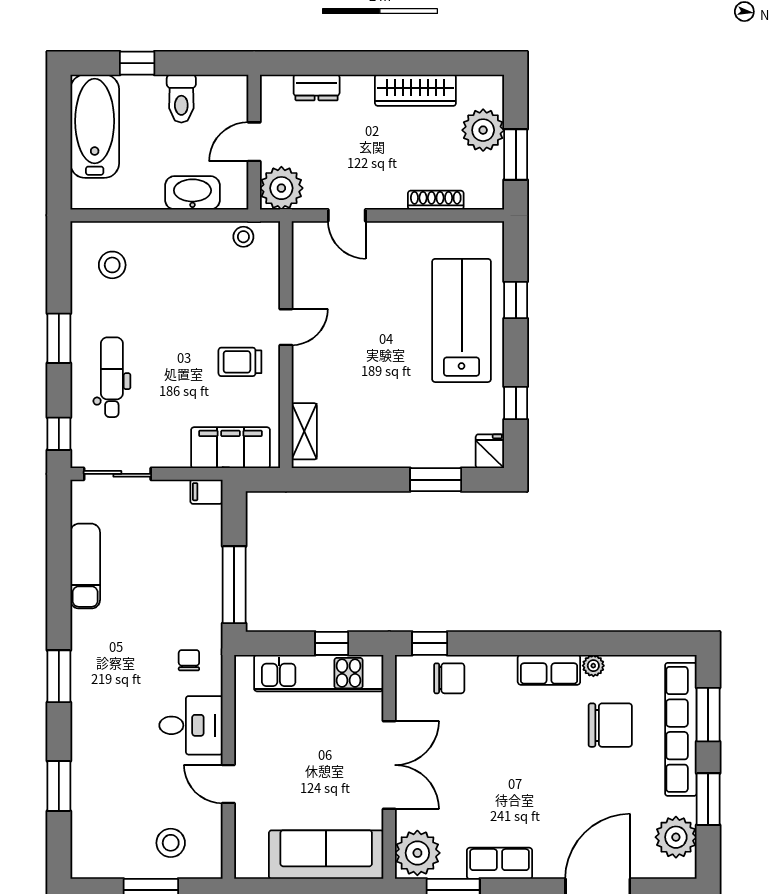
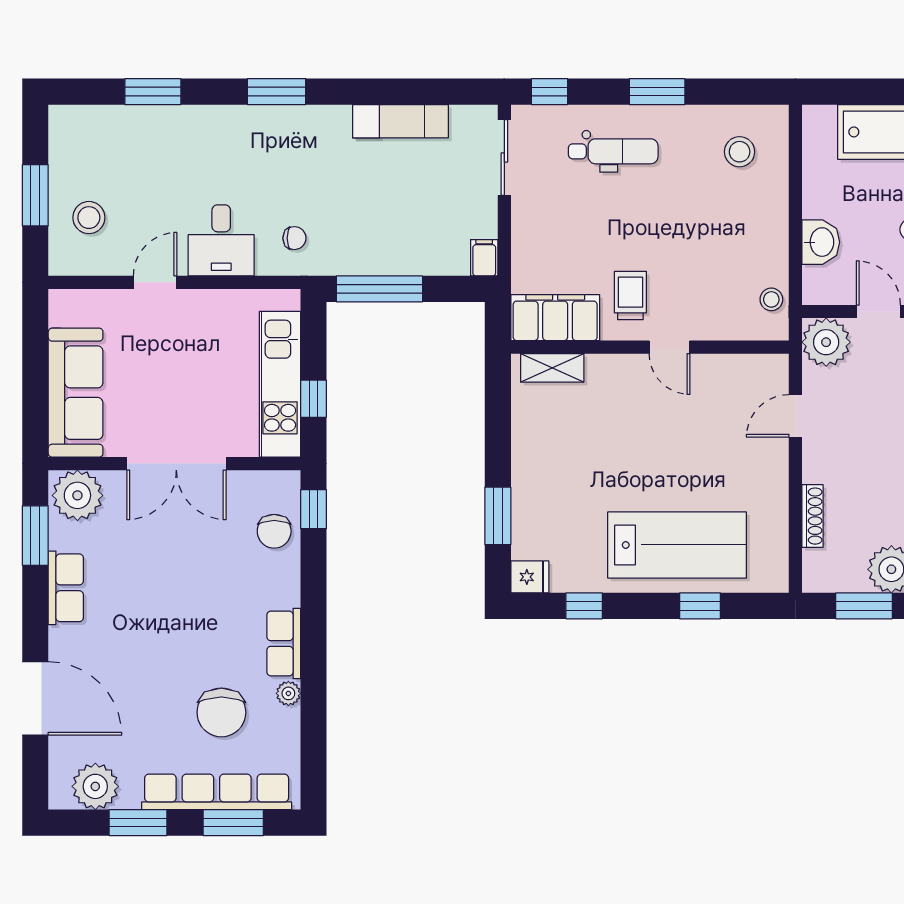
washbasin: (192, 193) -> (821, 242), width x0.72
filing cabinet: (230, 448) -> (555, 318), moved, turned -90

